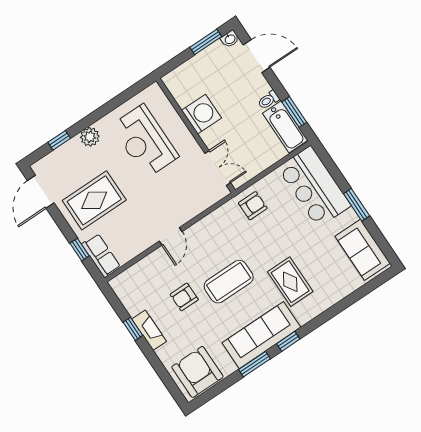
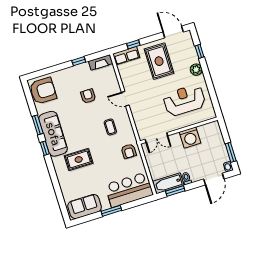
coffee table: (229, 282) -> (110, 127), moved, width x0.54, depth x0.58
fireplace: (149, 330) -> (101, 62), moved

